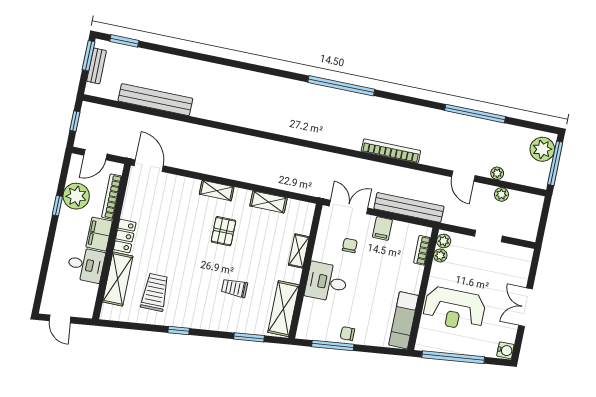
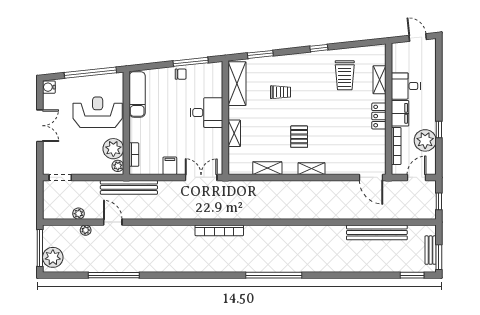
window: (341, 86) -> (274, 275), moved
bookcase: (391, 151) -> (219, 230), moved
double door: (349, 207) -> (201, 177), swing flipped
bench: (409, 207) -> (129, 187), moved
doorway: (488, 236) -> (60, 177), moved
chair: (350, 246) -> (194, 146), removed
plant: (440, 255) -> (113, 149), width x1.88, depth x1.88
shelving: (118, 279) -> (379, 80), width x0.67, depth x0.75

